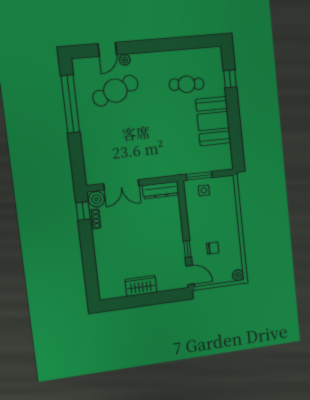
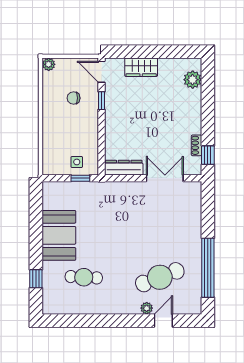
window: (199, 176) -> (80, 178), width x0.67
plant: (96, 199) -> (193, 80), moved
wardrobe: (141, 286) -> (141, 67), moved

